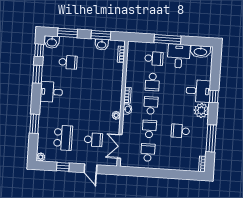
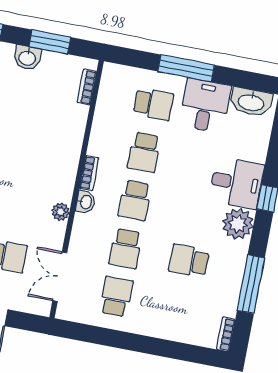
washbasin: (102, 45) -> (27, 58), moved
school desk: (151, 105) -> (135, 200), turned 180
school desk: (149, 129) -> (125, 248), turned 180

